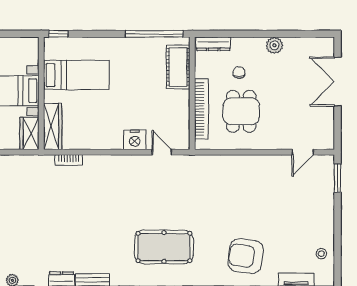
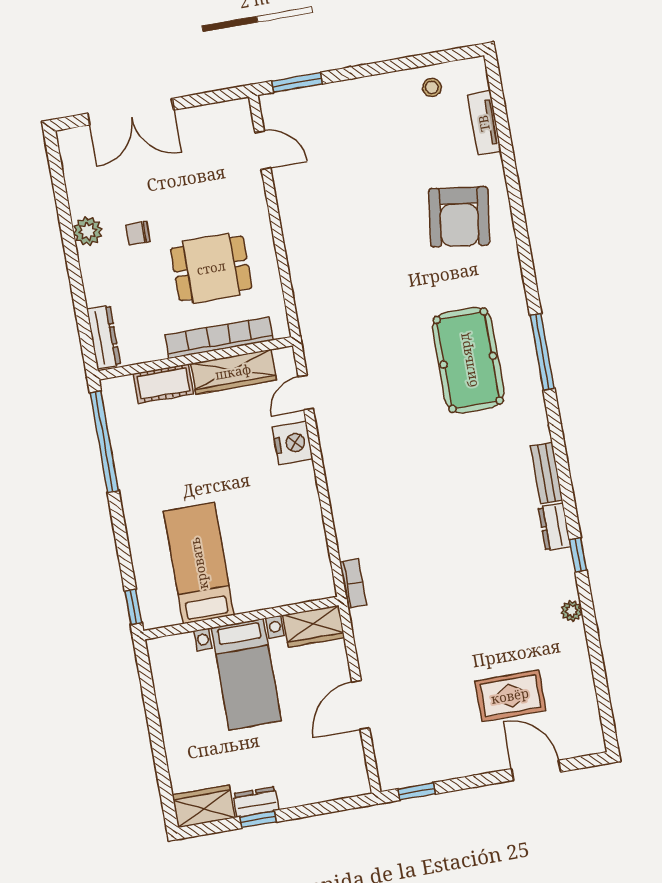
cot: (178, 67) -> (163, 384), width x0.73, depth x0.75
chair: (239, 72) -> (138, 233), moved
wardrobe: (53, 126) -> (233, 372), moved, turned 180
bookcase: (69, 160) -> (353, 583), moved

